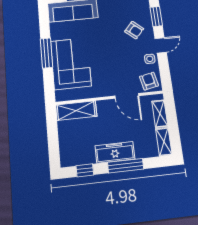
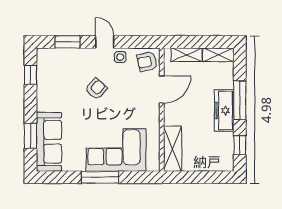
armchair: (134, 30) -> (96, 89), moved

